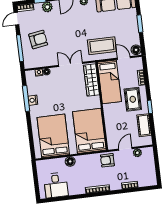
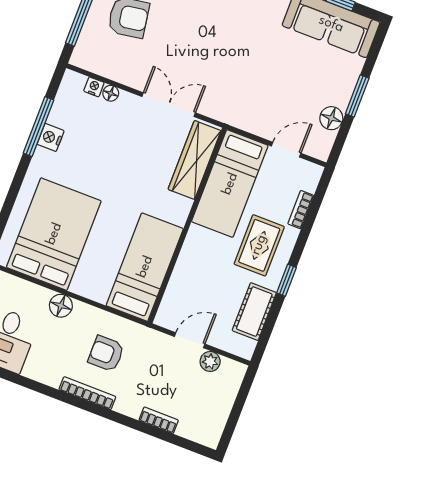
coffee table: (102, 46) -> (254, 100), removed
floor lamp: (136, 50) -> (331, 118), moved
door: (124, 58) -> (286, 150), hinge flipped
bed: (89, 131) -> (145, 267), width x0.67
armchair: (107, 160) -> (106, 354), moved

